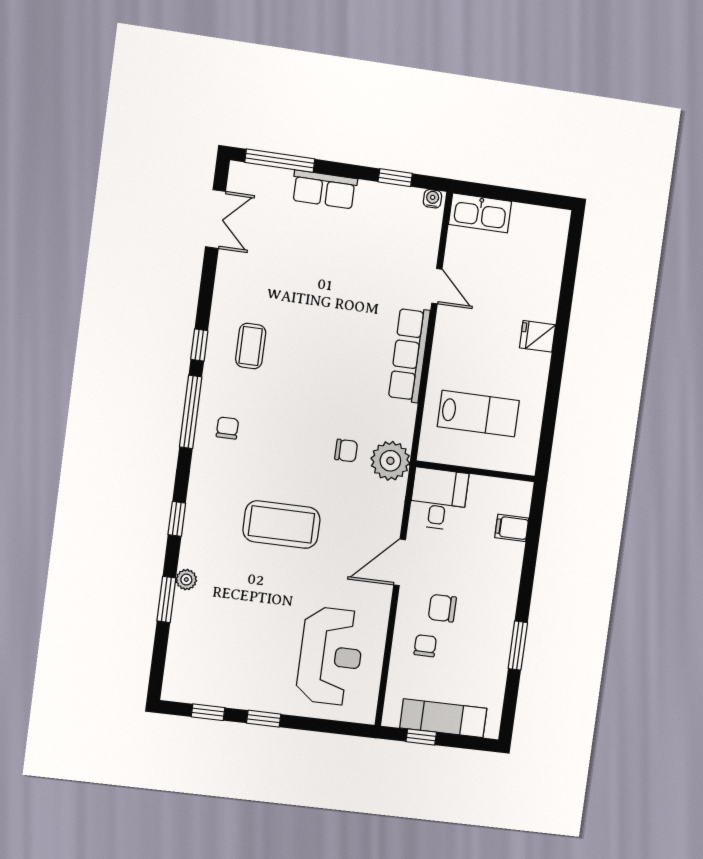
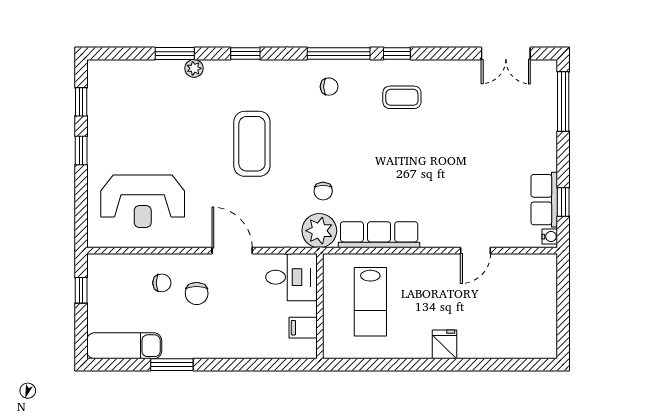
row of seats: (324, 189) -> (544, 200), moved
kitchen sink: (480, 213) -> (544, 280), removed
row of seats: (409, 355) -> (379, 235), moved
filing cabinet: (512, 528) -> (303, 328), moved, turned -90
chair: (442, 608) -> (197, 293), turned 180
exam couch: (443, 718) -> (124, 346), moved, turned -90

